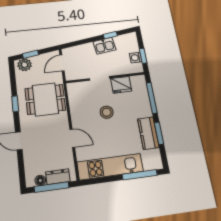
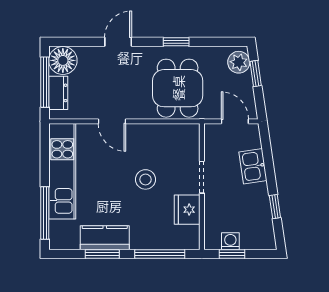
kitchen sink: (104, 46) -> (253, 166), moved
door: (72, 138) -> (112, 121), hinge flipped
floor lamp: (40, 180) -> (63, 60), width x1.89, depth x1.89

